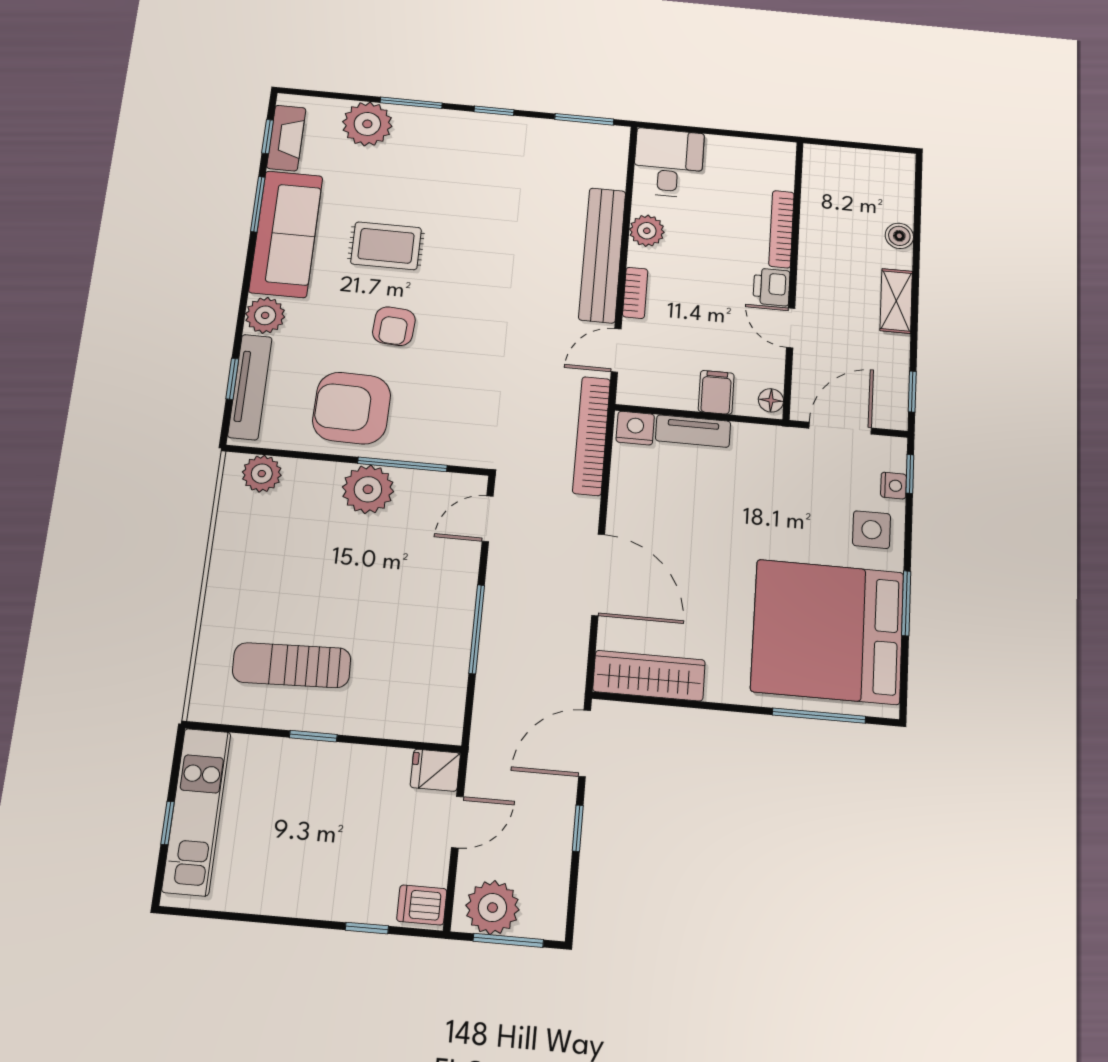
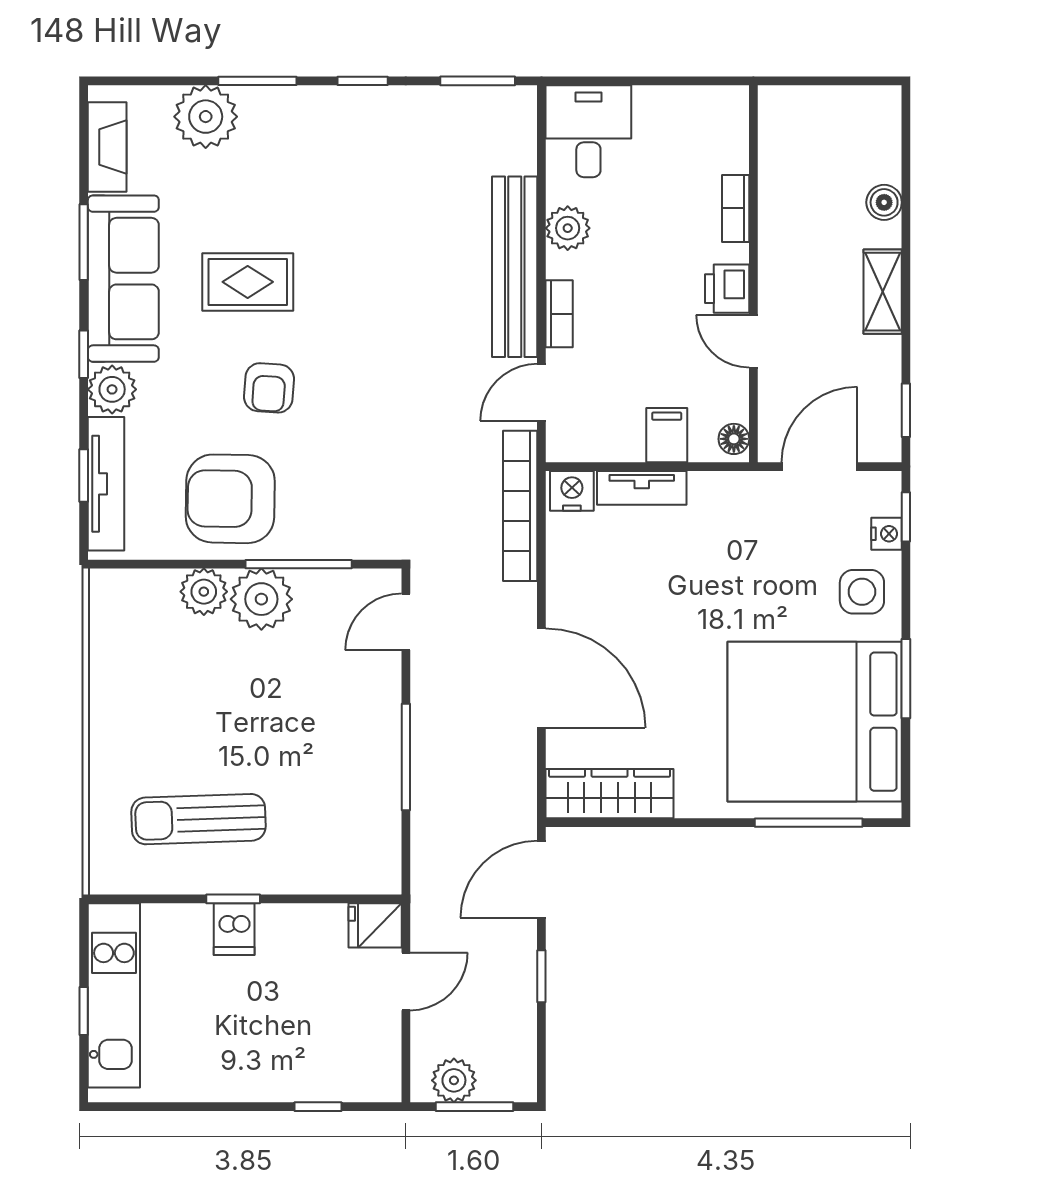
window: (268, 137) -> (84, 354), moved
bookcase: (781, 229) -> (736, 208), width x0.64
plant: (262, 474) -> (204, 592), moved
dishwasher: (422, 905) -> (234, 929), moved, turned -90
plant: (492, 908) -> (454, 1080), width x0.73, depth x0.73

